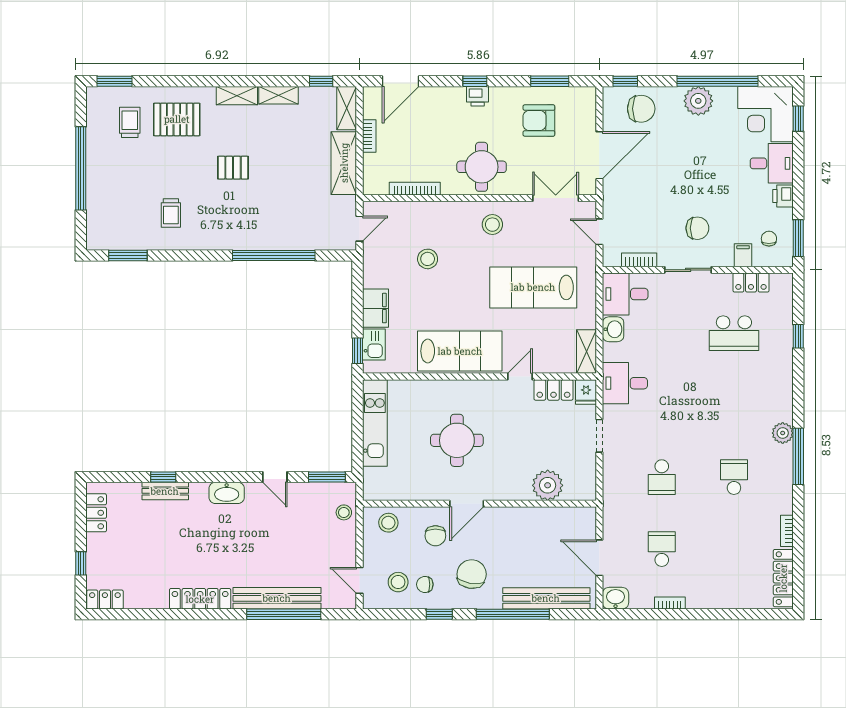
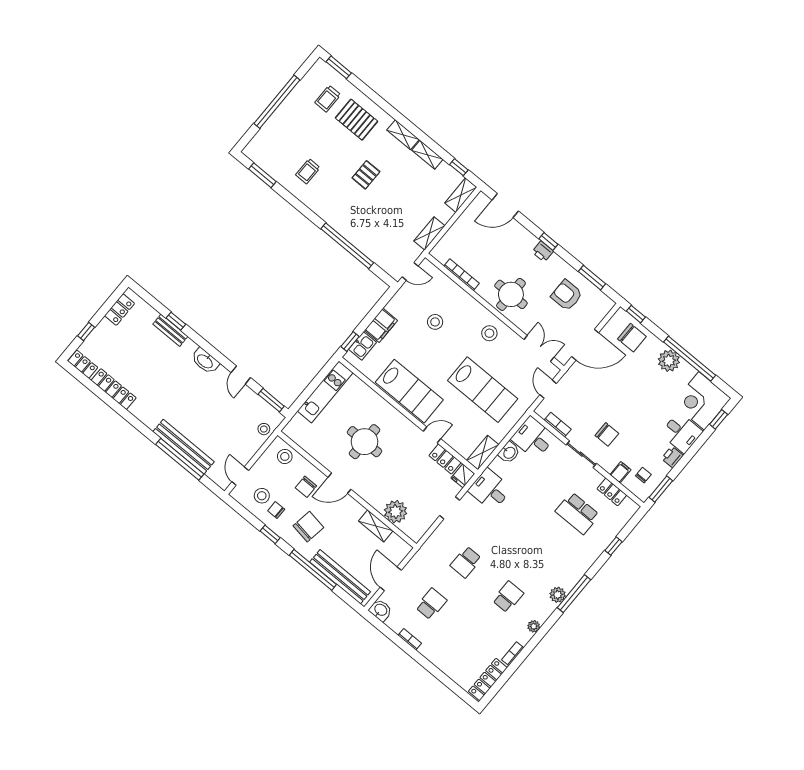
trolley: (130, 122) -> (328, 99), turned 180
bookcase: (369, 136) -> (460, 222), removed
shelving: (344, 163) -> (429, 233), width x0.67, depth x0.75
pallet: (233, 168) -> (366, 175), turned 90
lab bench: (533, 287) -> (483, 390), turned 180
window: (798, 456) -> (574, 594), moved
plant: (785, 485) -> (534, 626), added
shelving: (539, 516) -> (376, 526), added
locker: (200, 599) -> (114, 389), moved

